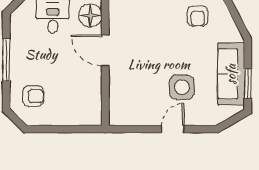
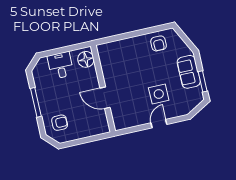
door: (105, 50) -> (105, 98), moved
sofa: (231, 74) -> (189, 72), width x0.73

